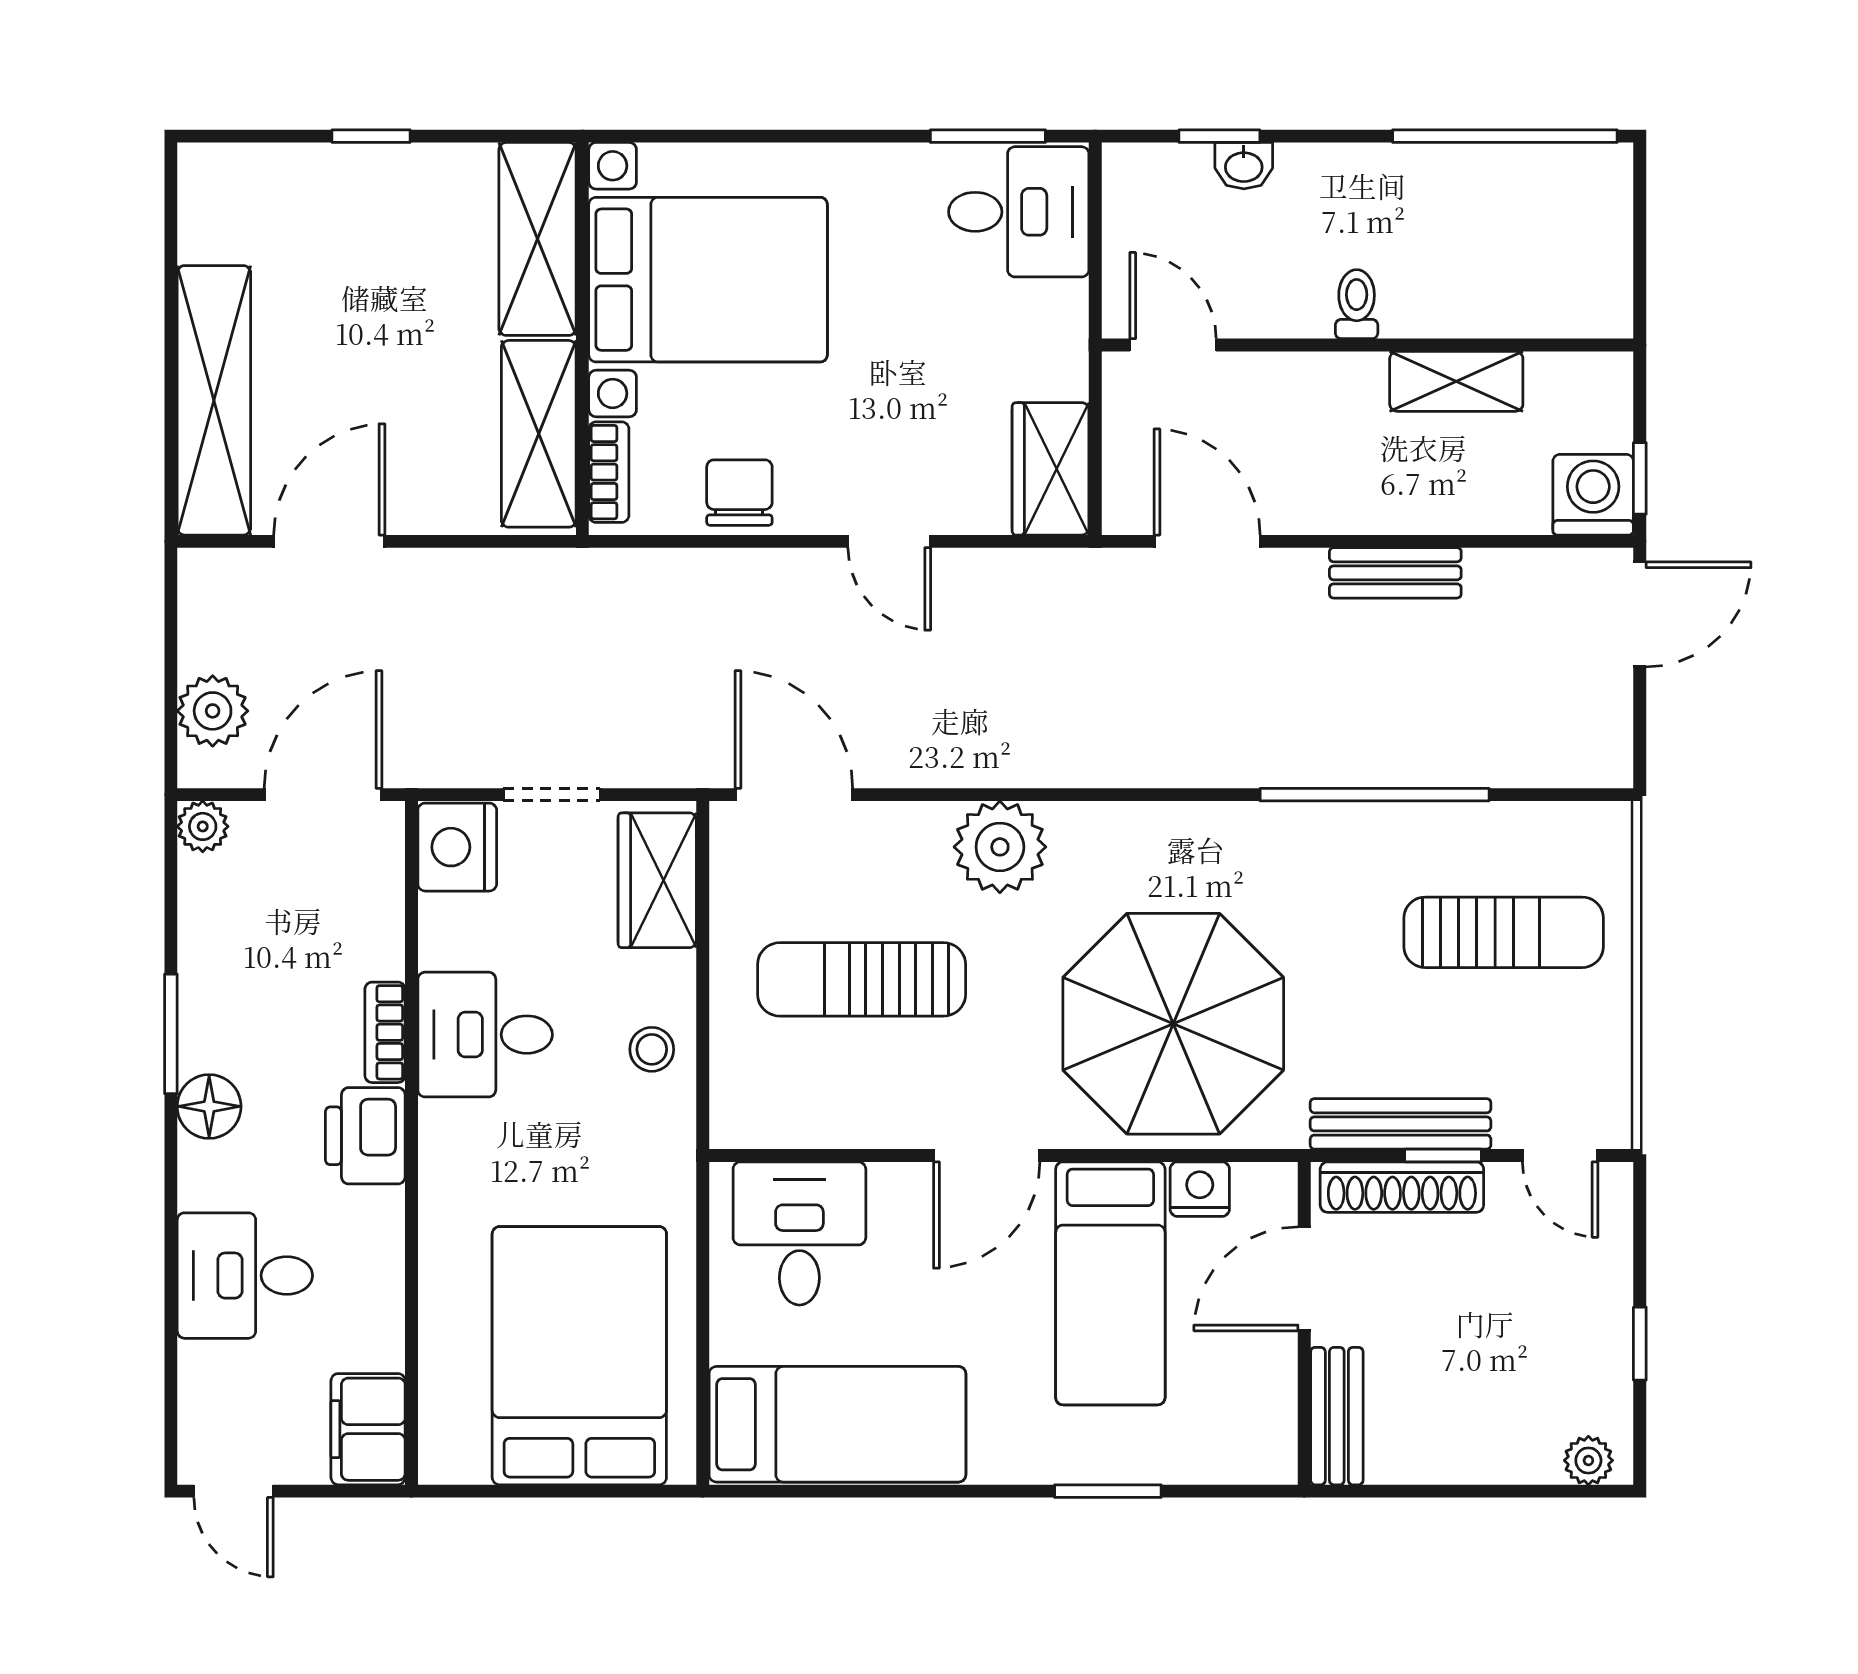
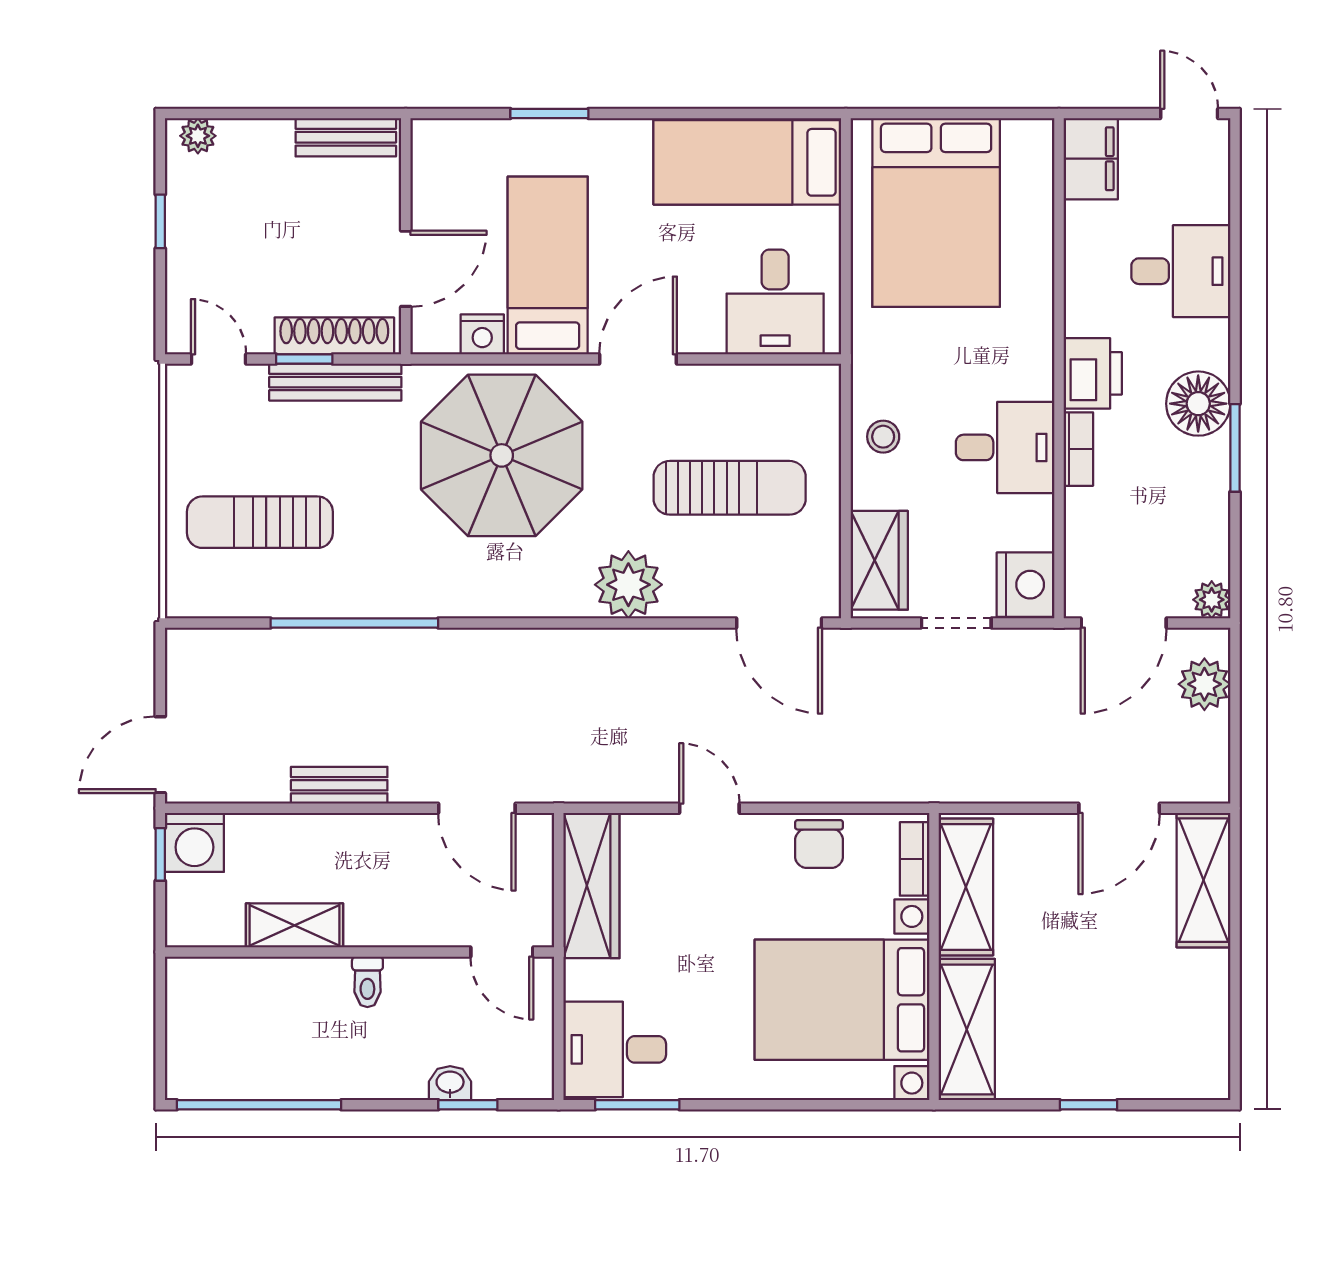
shelving: (214, 400) -> (1203, 880), width x0.68
wardrobe: (1051, 469) -> (591, 886), width x1.50
floor lamp: (209, 1106) -> (1198, 404), width x1.38, depth x1.38
bench: (1337, 1416) -> (346, 137), moved, turned 90

